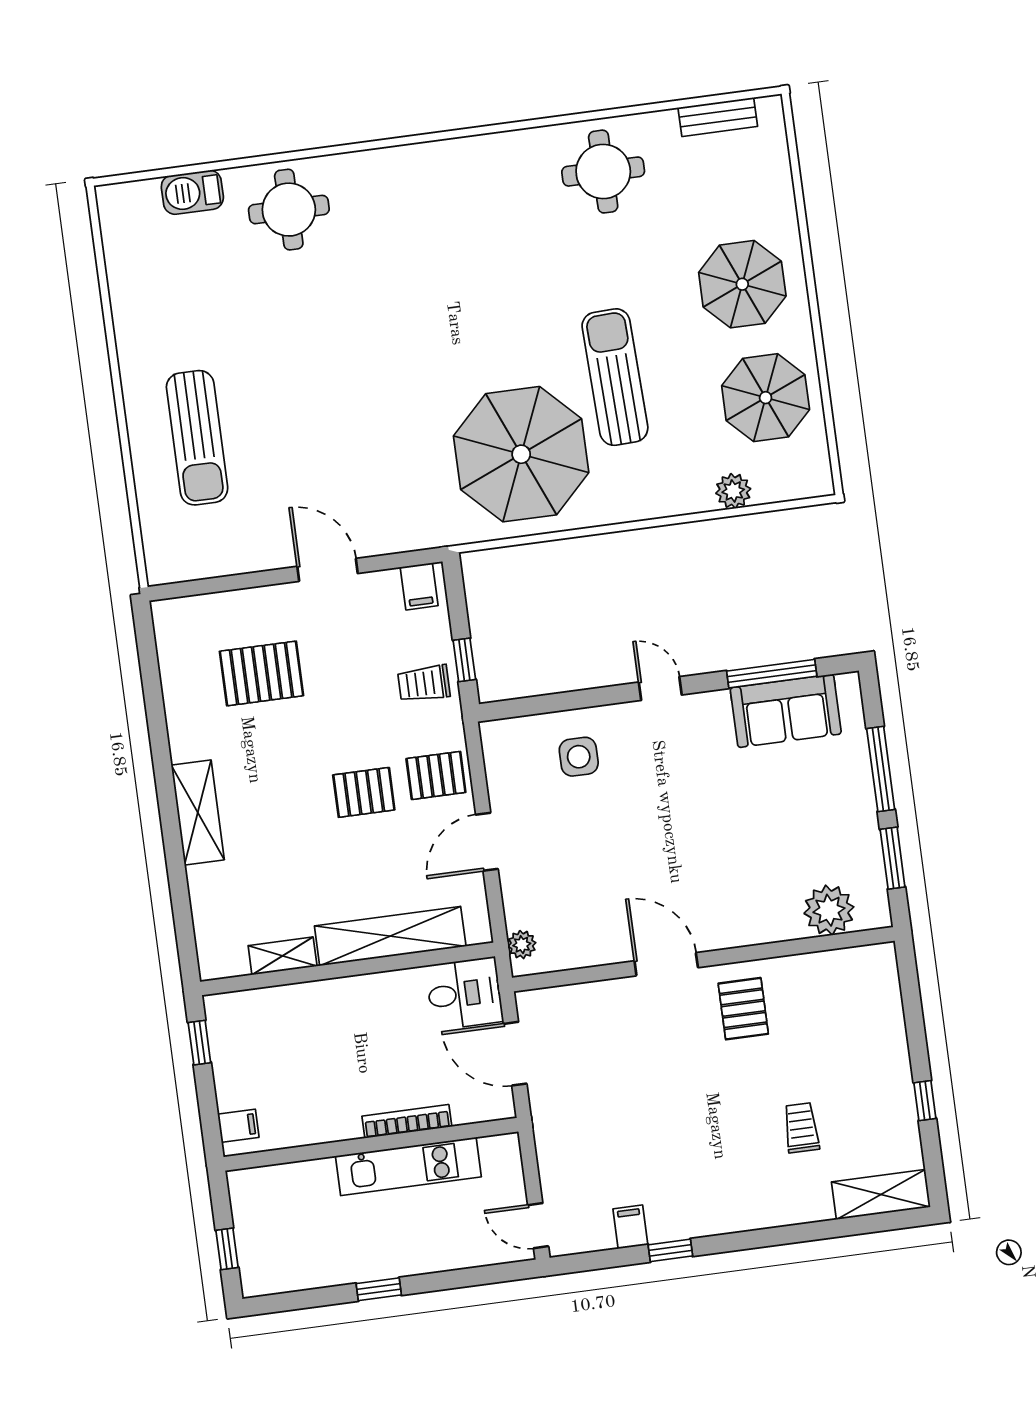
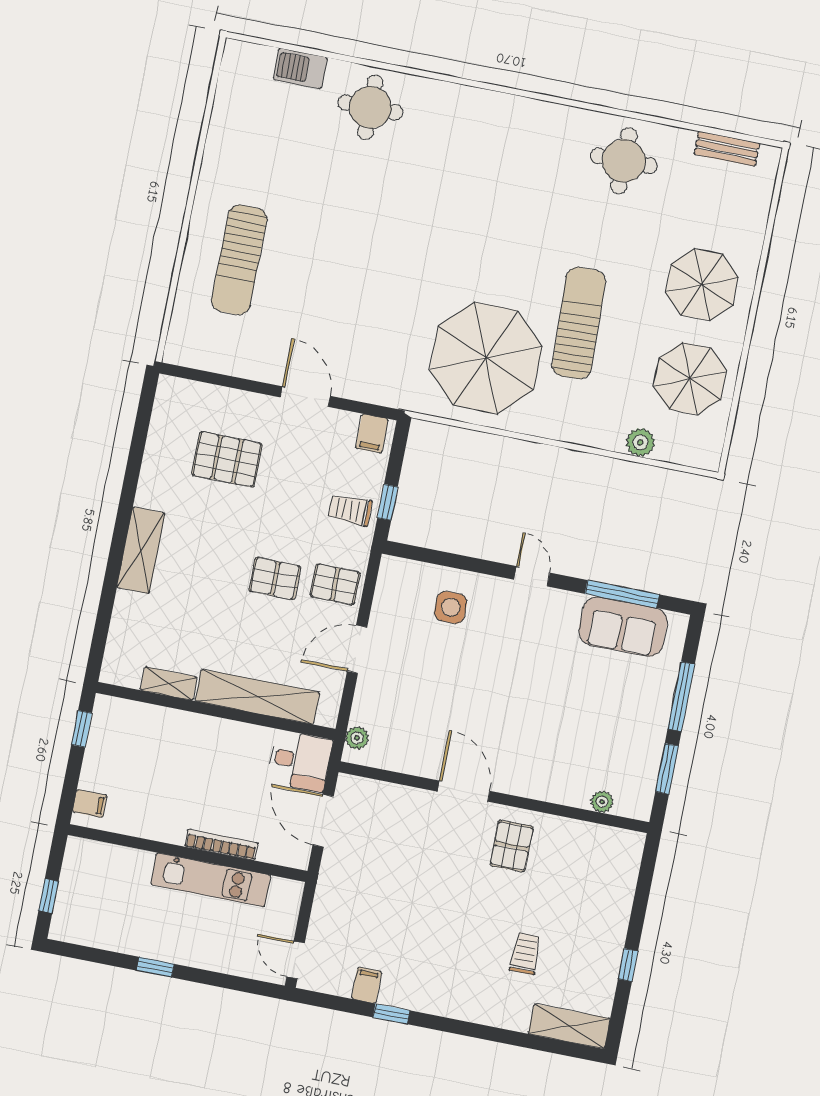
plant: (829, 910) -> (602, 802), width x0.53, depth x0.53

